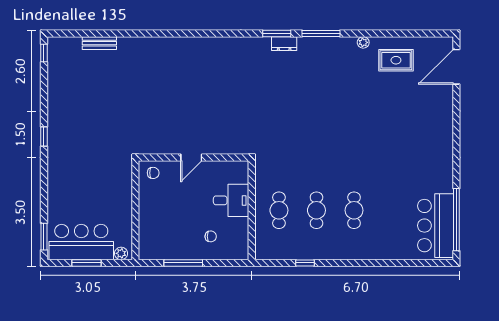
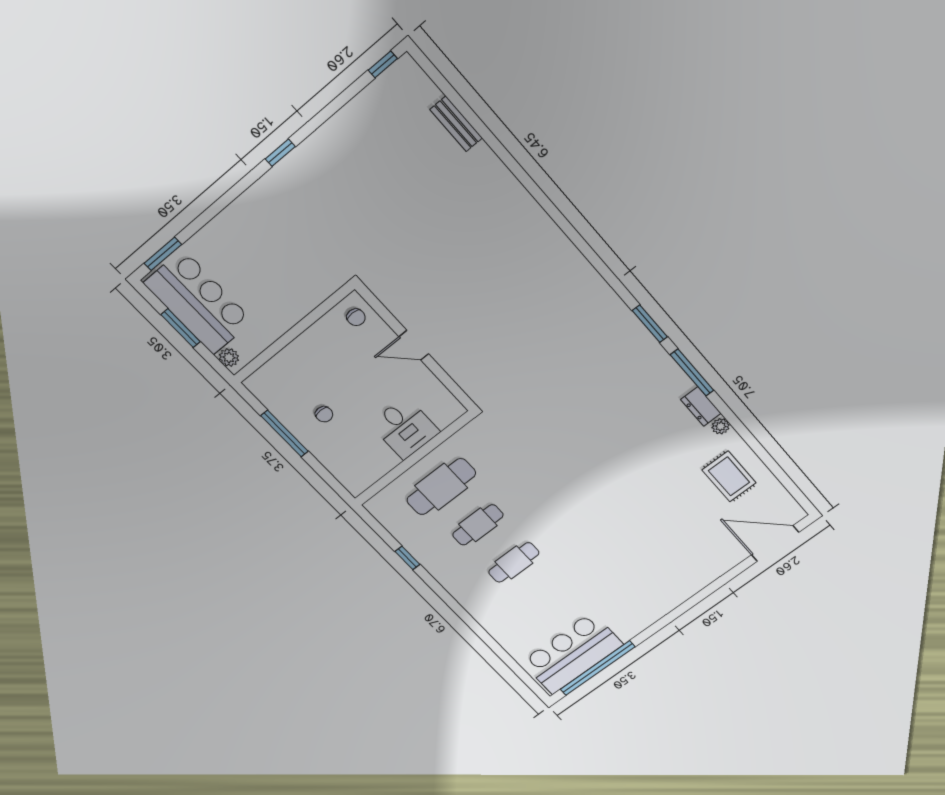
dresser: (284, 44) -> (701, 406), moved
cafe table: (279, 210) -> (441, 487), width x1.37, depth x1.35
chair: (211, 236) -> (324, 414), moved

